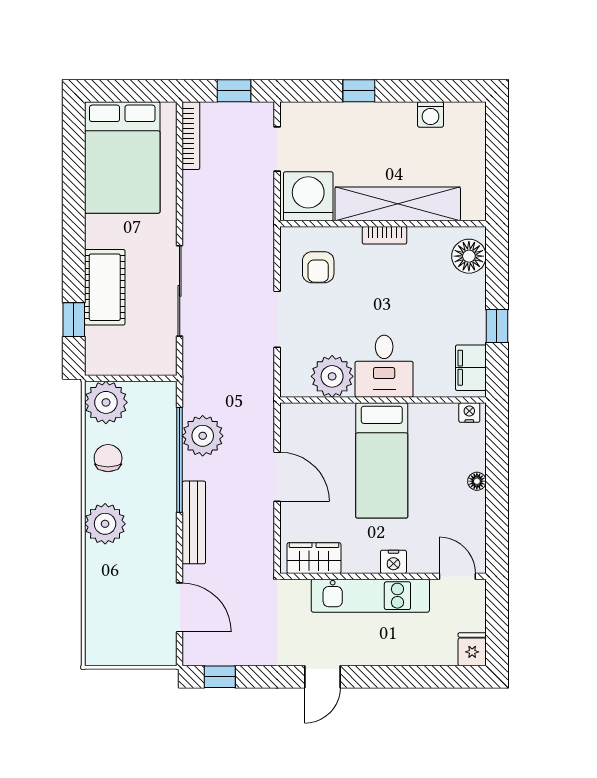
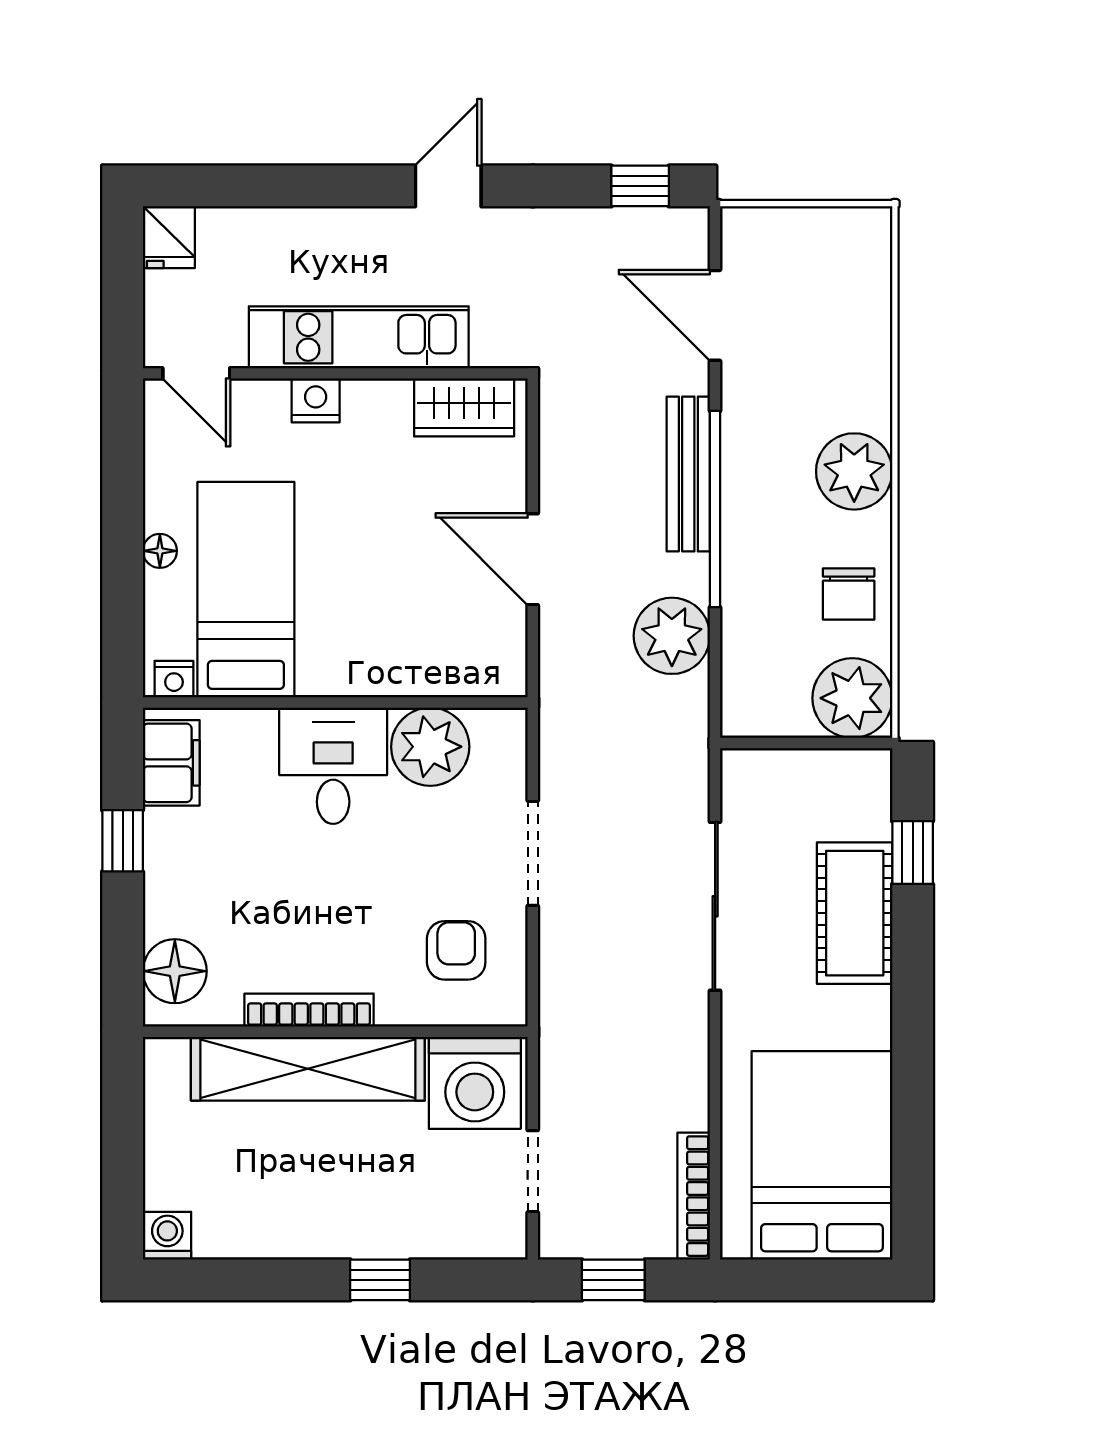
washing machine: (430, 114) -> (167, 1236), moved
bookcase: (385, 235) -> (309, 1010), width x1.56
window: (180, 460) -> (715, 509), moved
bed: (382, 460) -> (246, 590), moved

